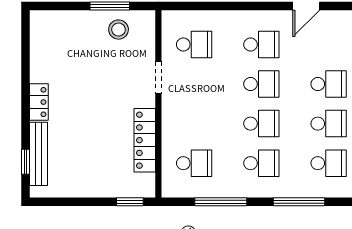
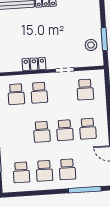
locker: (145, 140) -> (34, 64), width x0.66
school desk: (261, 163) -> (39, 93), moved

